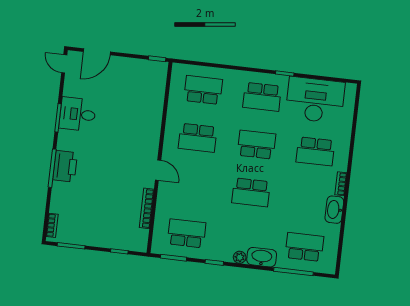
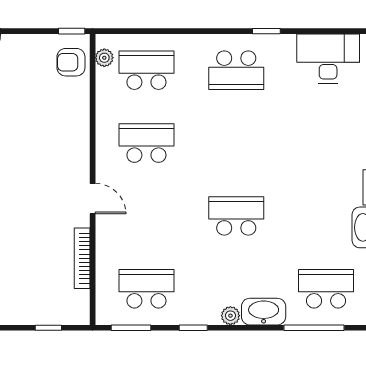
armchair: (154, 79) -> (71, 62), added
plant: (176, 79) -> (104, 58), added
desk: (315, 100) -> (328, 58), width x0.73, depth x0.77
school desk: (198, 138) -> (146, 143), turned 180
school desk: (257, 145) -> (236, 143), removed
school desk: (315, 151) -> (326, 143), removed
school desk: (251, 192) -> (236, 216), turned 180

